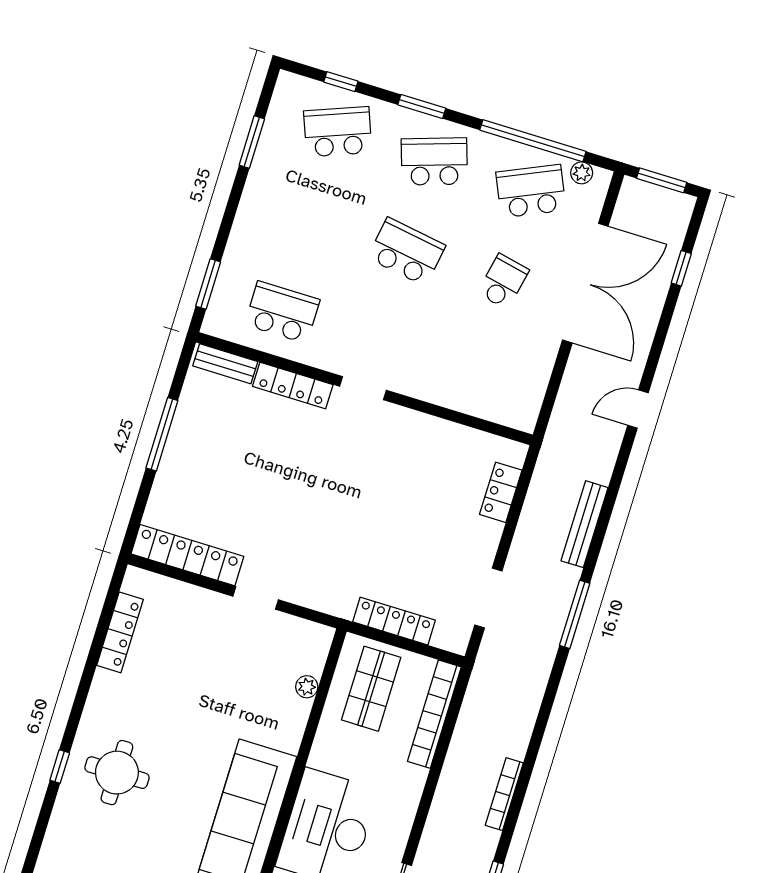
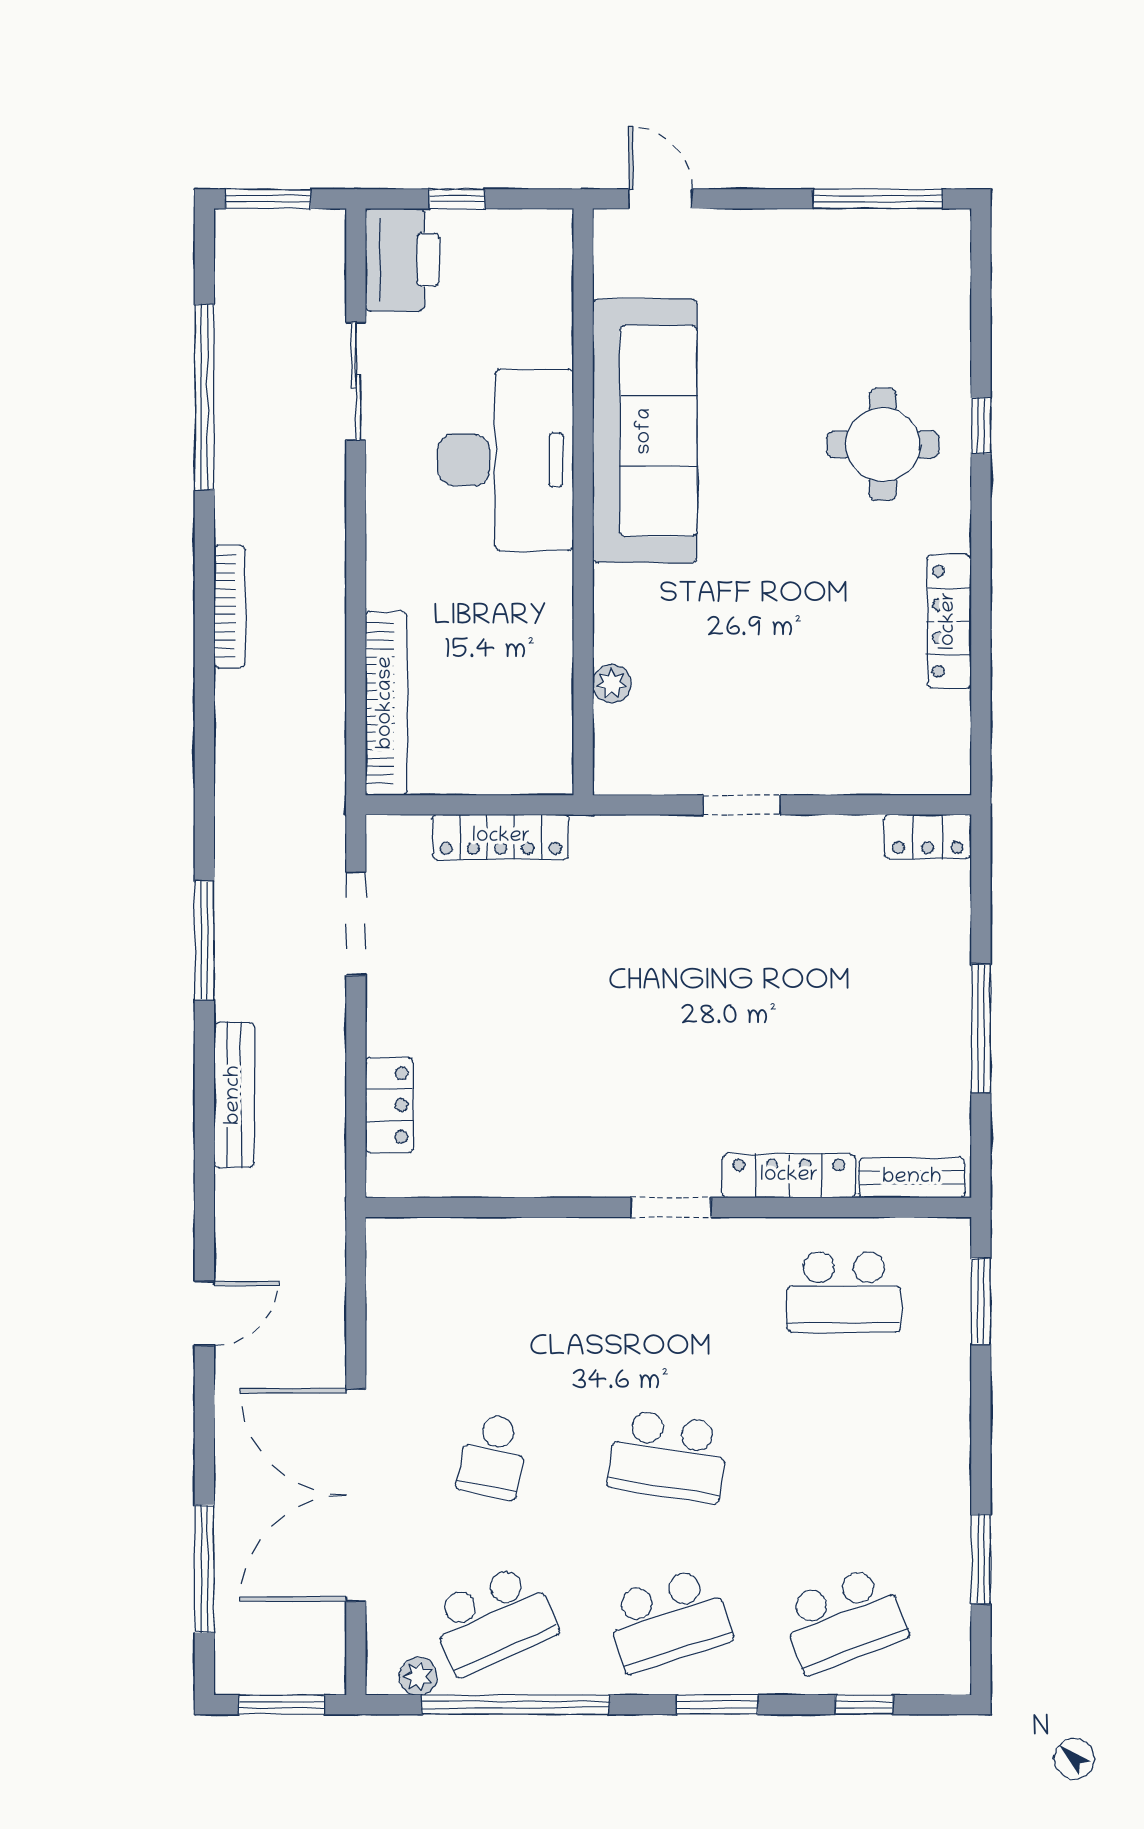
window: (681, 268) -> (204, 1569), width x2.17
locker: (187, 555) -> (928, 837), width x0.46, depth x0.83
locker: (120, 632) -> (949, 621), moved
shop shelf: (371, 689) -> (504, 713), removed

